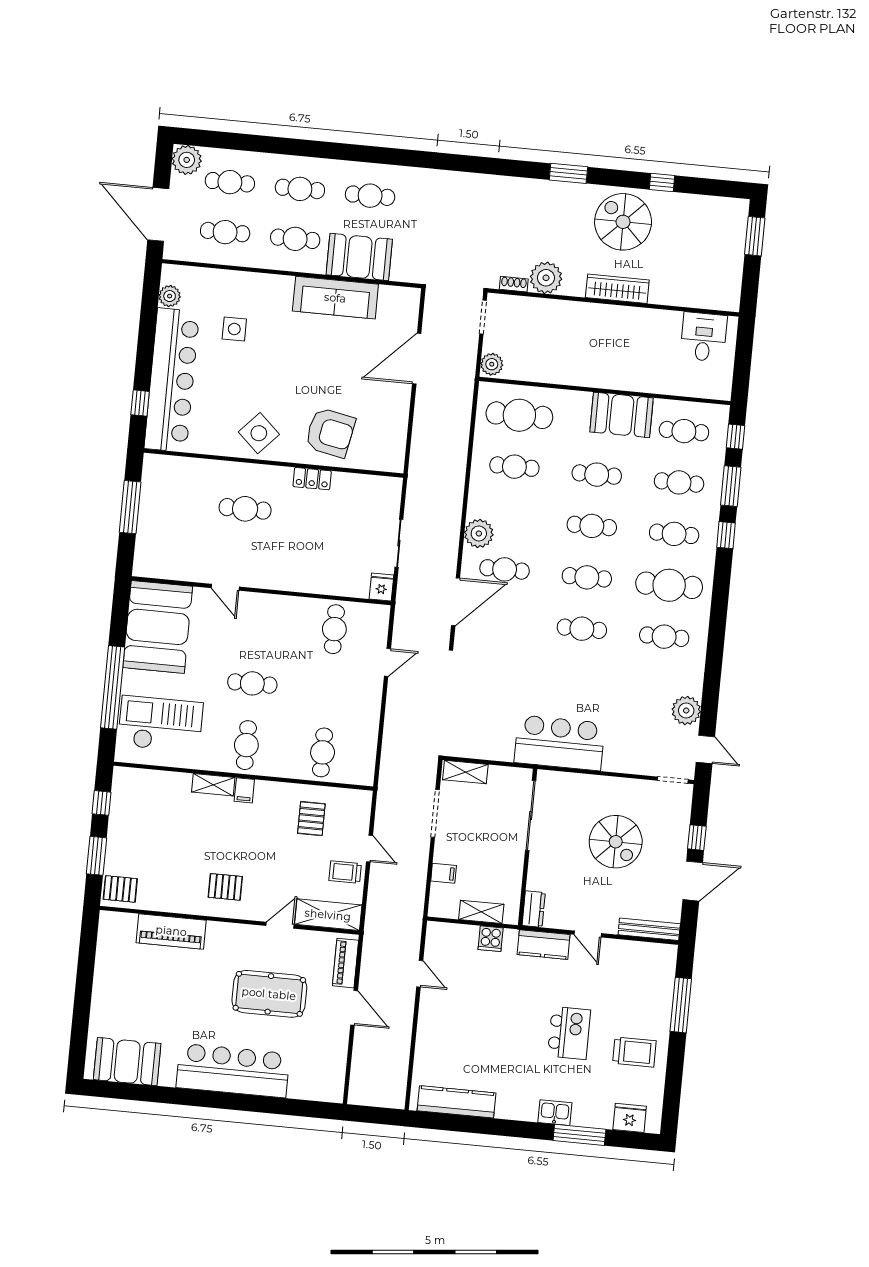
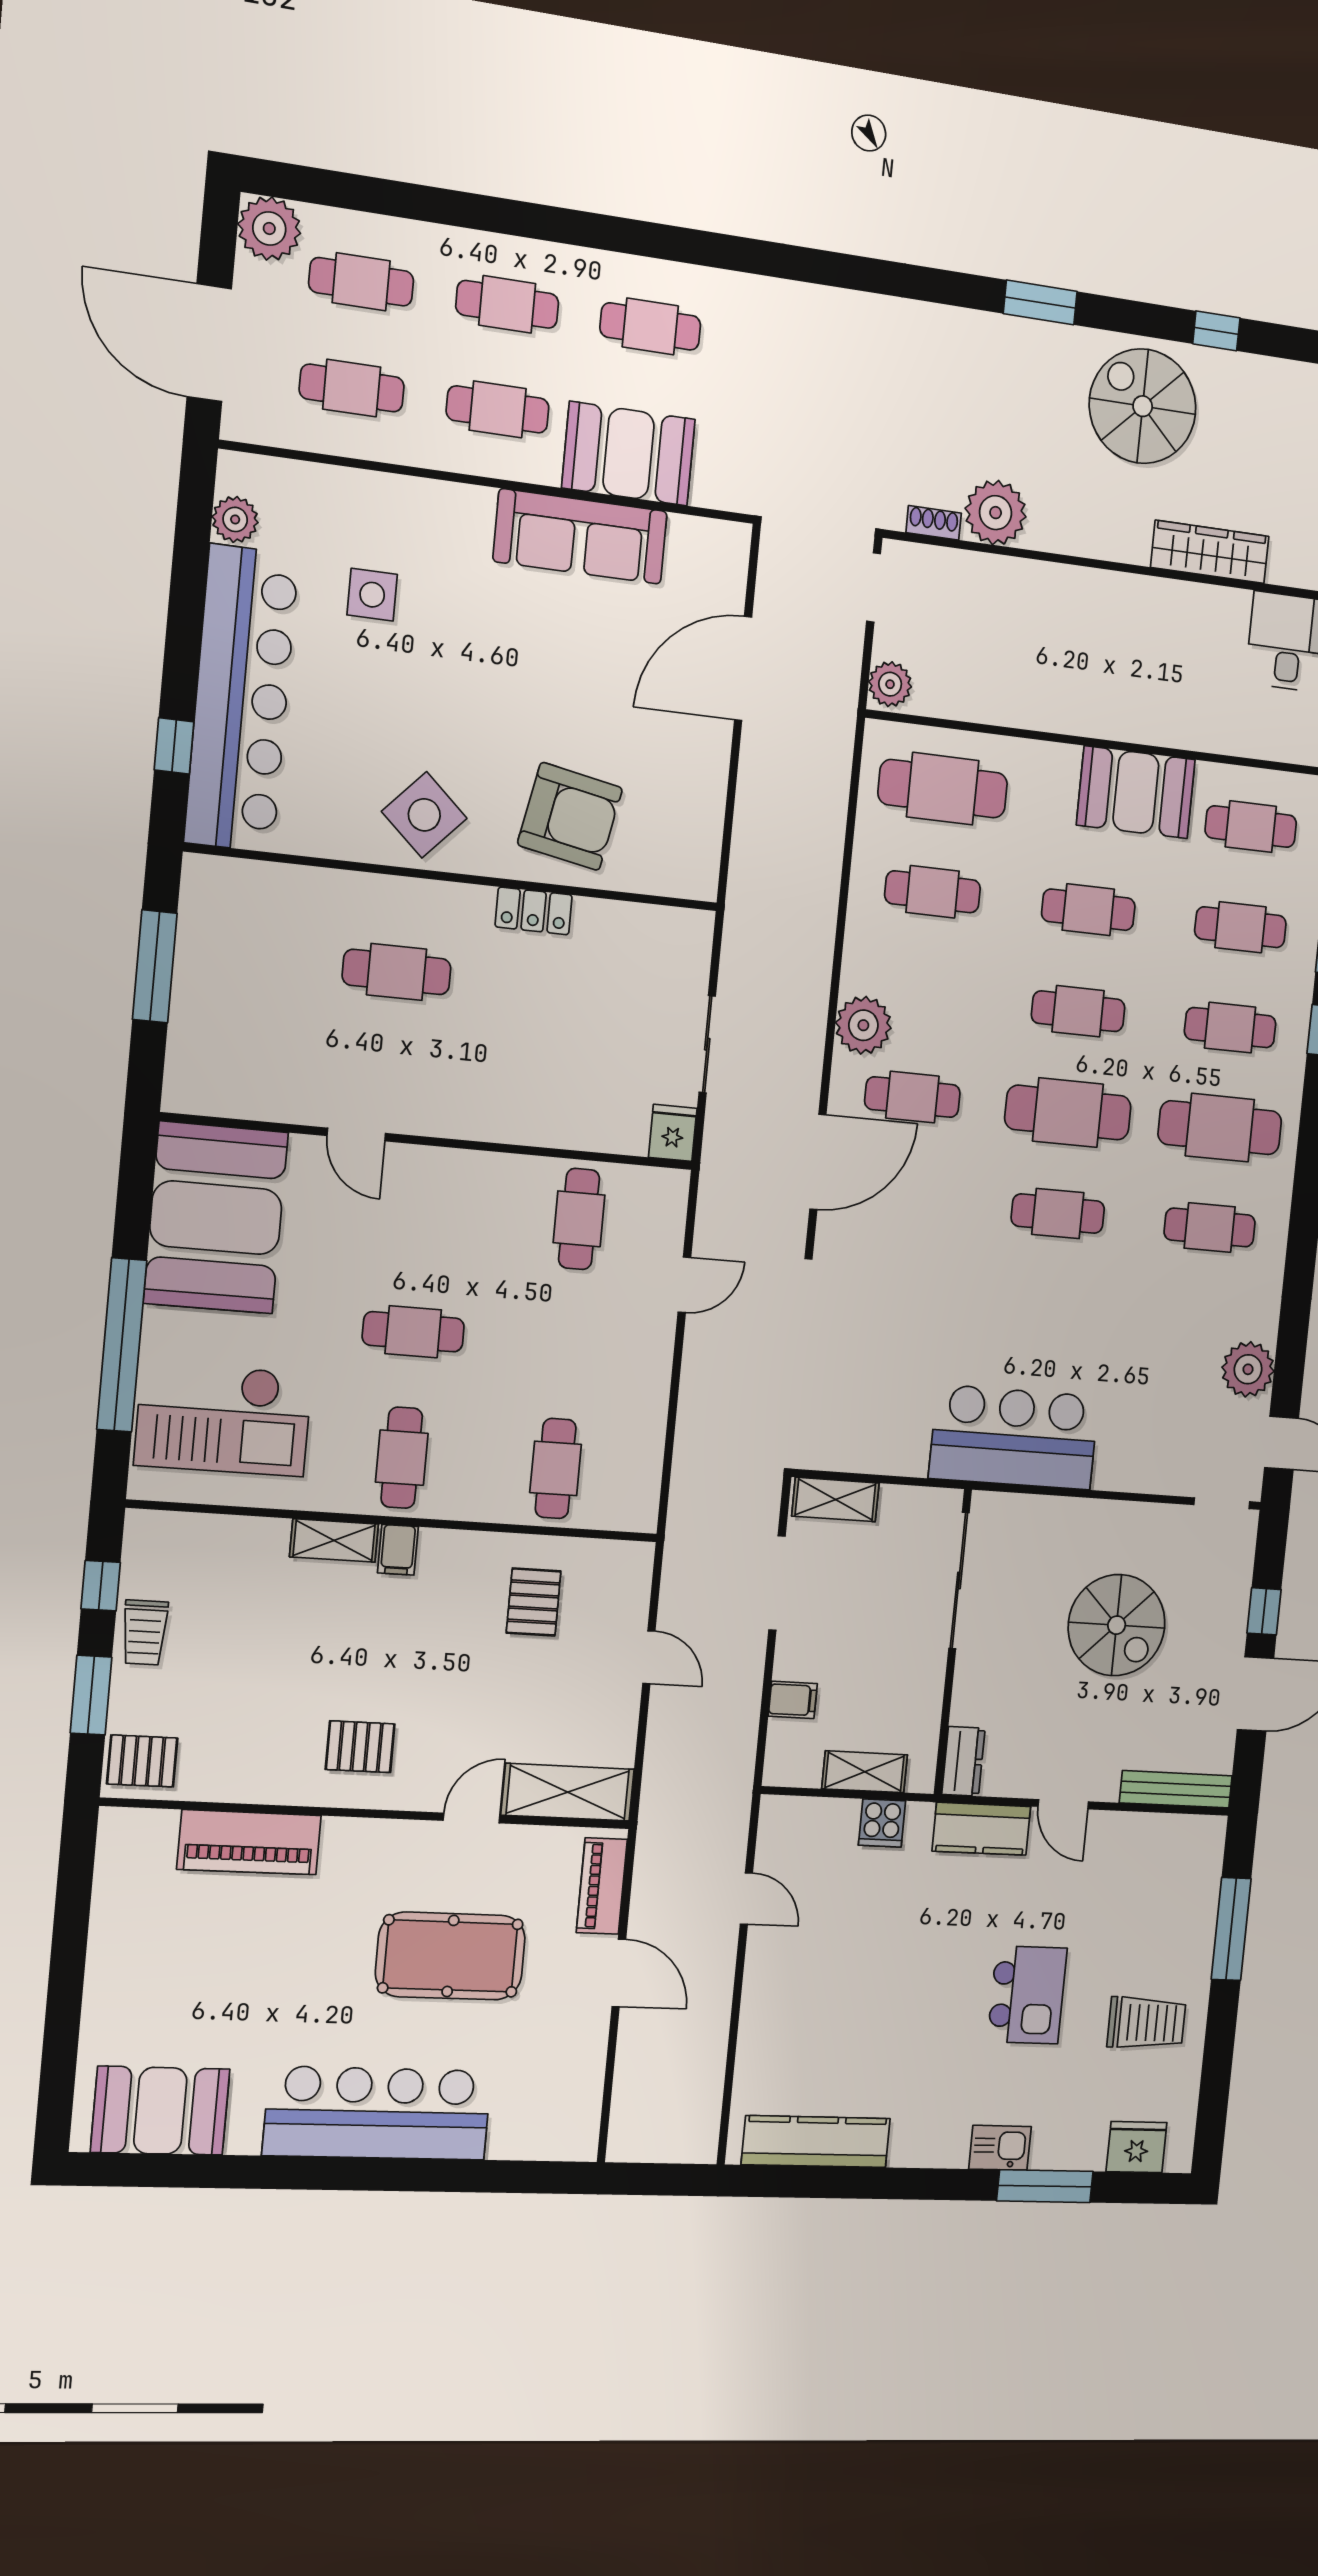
wardrobe: (617, 289) -> (1210, 552), moved
cafe table: (587, 577) -> (1068, 1113), width x1.37, depth x1.35
checkout: (160, 724) -> (223, 1419), turned 180
trolley: (345, 872) -> (145, 1632), moved, turned -90

